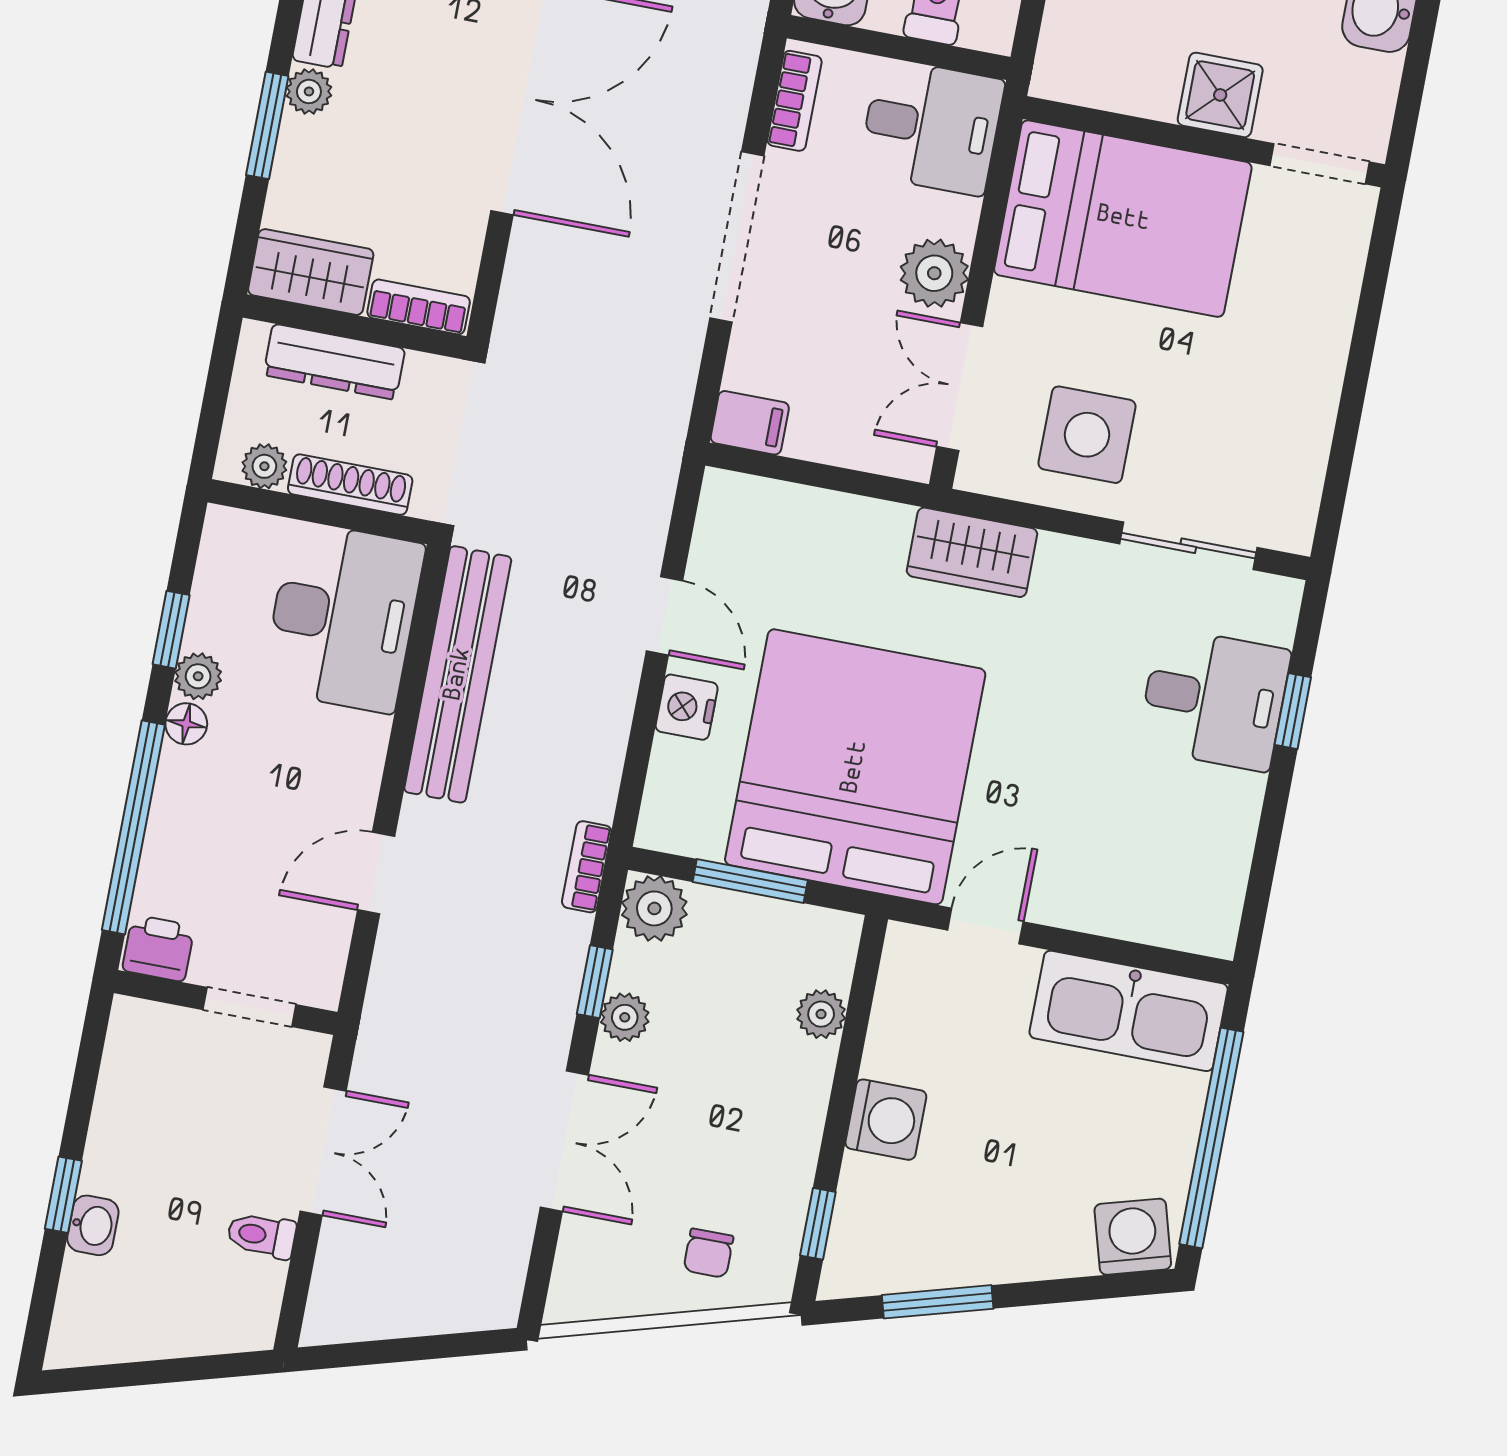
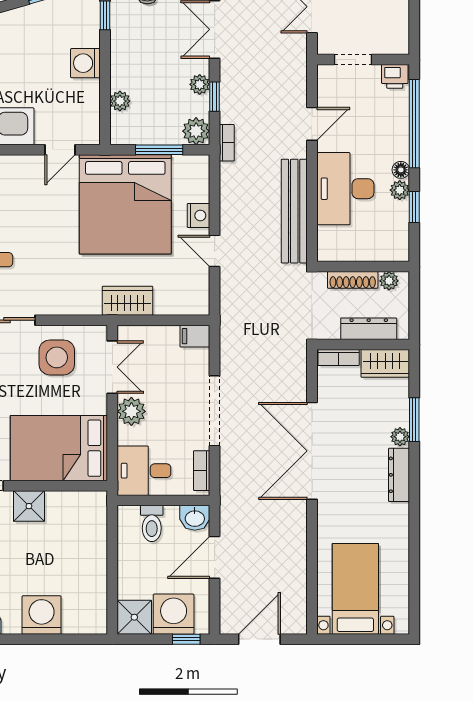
wardrobe: (972, 552) -> (128, 301), moved
desk: (343, 617) -> (345, 189), moved

